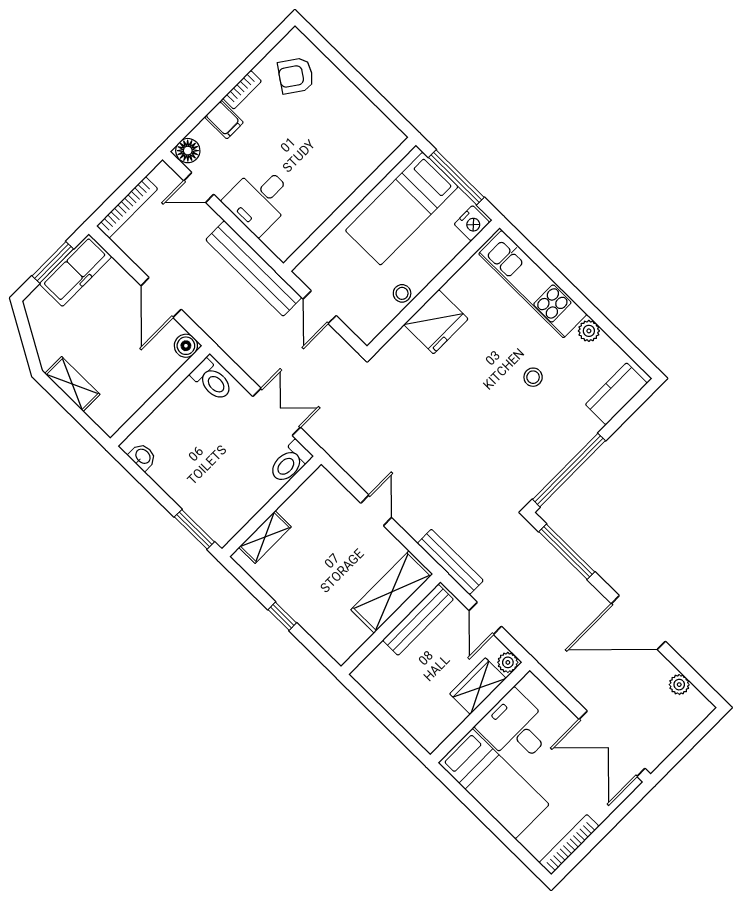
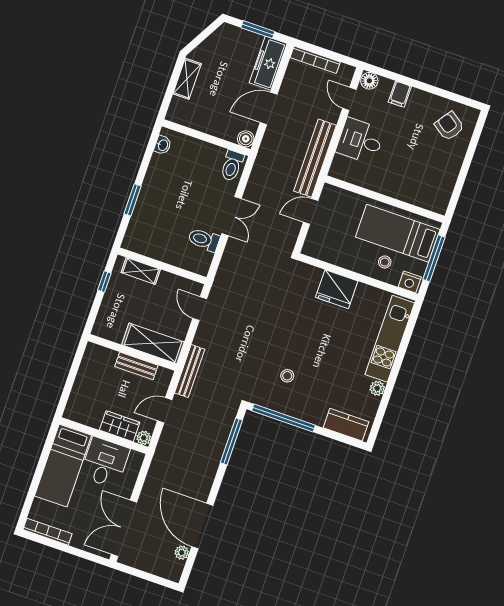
bookcase: (242, 90) -> (424, 97), removed
freezer: (76, 270) -> (268, 63), moved, turned 90
stool: (402, 293) -> (385, 262), moved
stool: (533, 377) -> (287, 376), moved
wall: (272, 506) -> (162, 266), moved
door: (376, 510) -> (200, 309), swing flipped
shelving: (265, 537) -> (141, 271), moved
bench: (418, 620) -> (136, 366), width x0.73
door: (638, 623) -> (202, 526), moved

